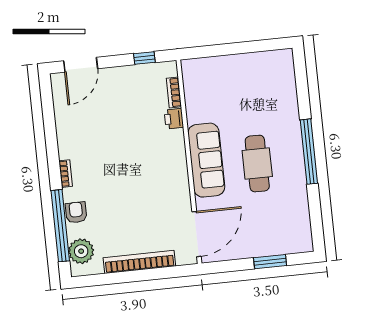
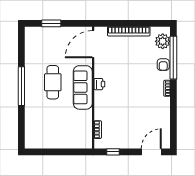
printer: (174, 119) -> (99, 84), moved

